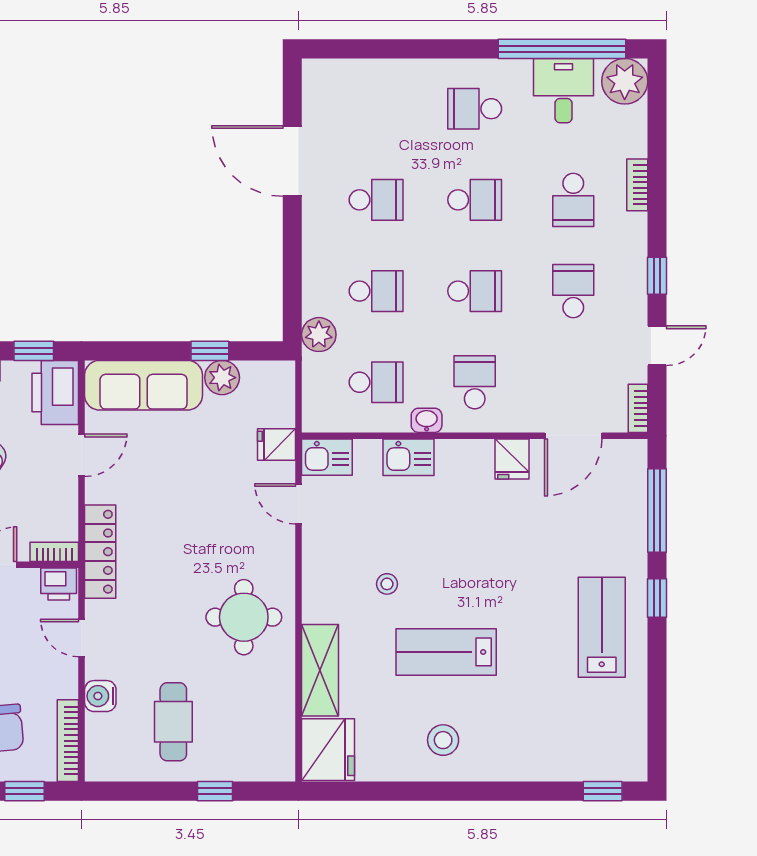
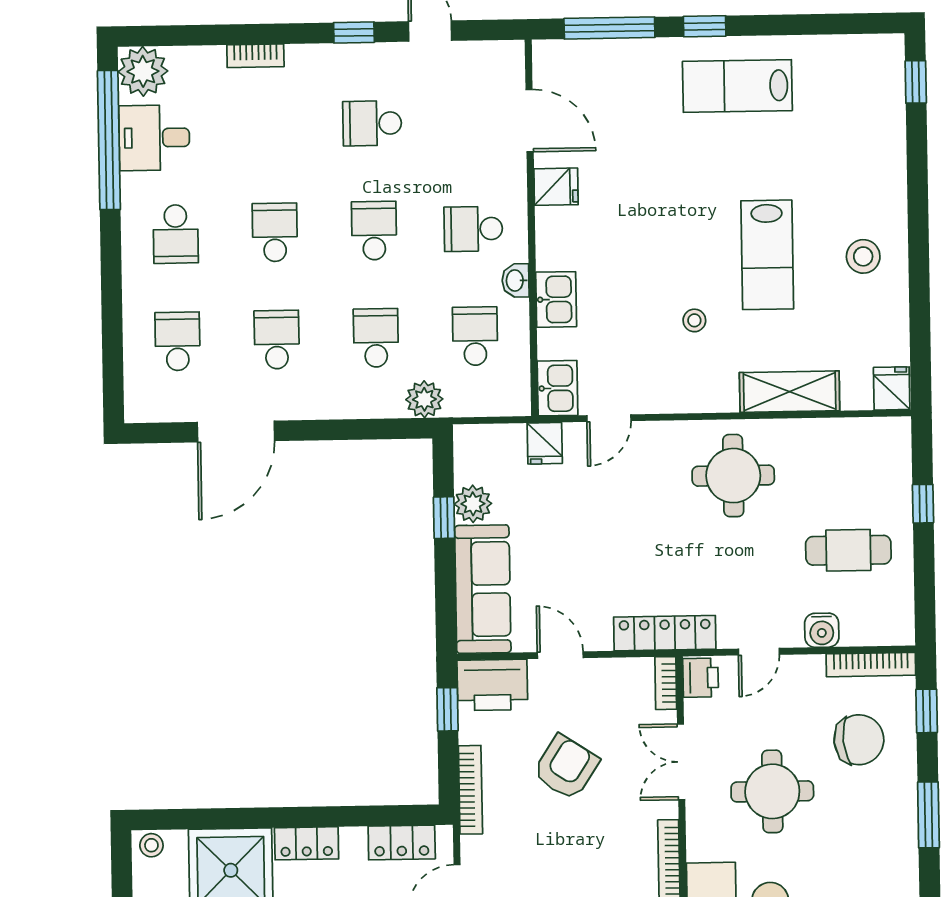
school desk: (573, 200) -> (178, 341), moved, turned -90
bookcase: (638, 408) -> (499, 51), removed
fridge: (328, 750) -> (892, 388), width x0.53, depth x0.75

